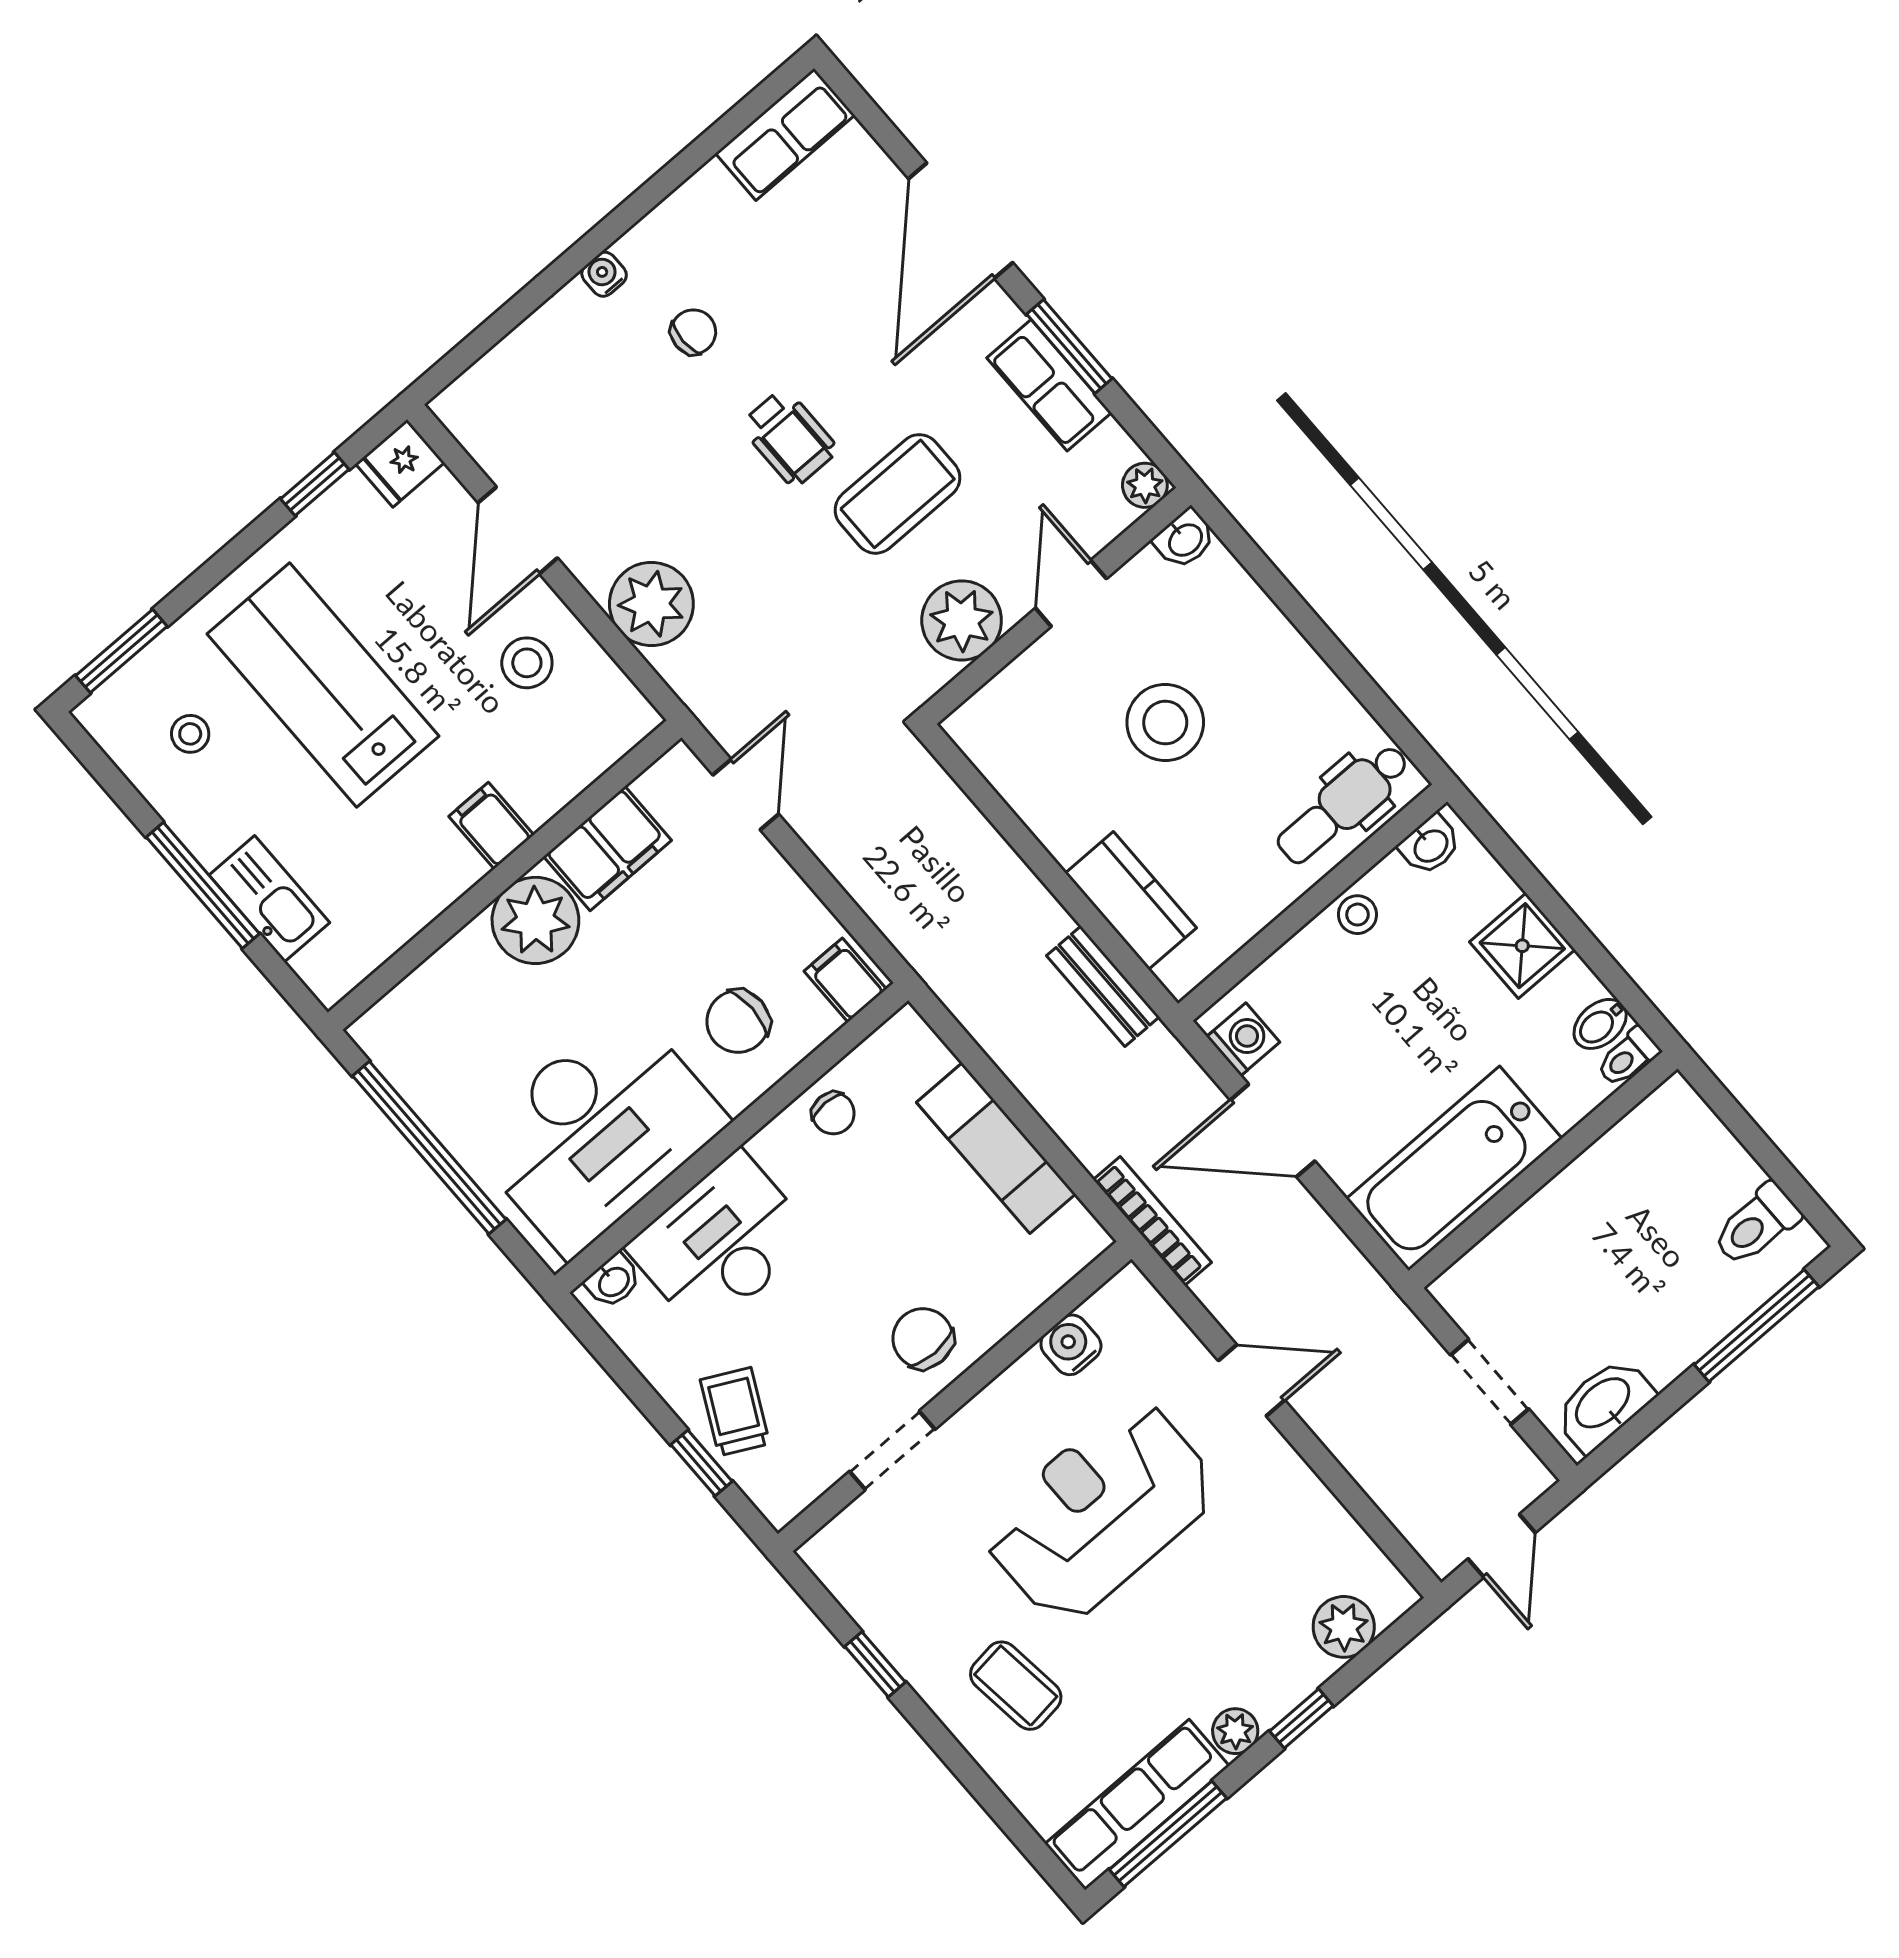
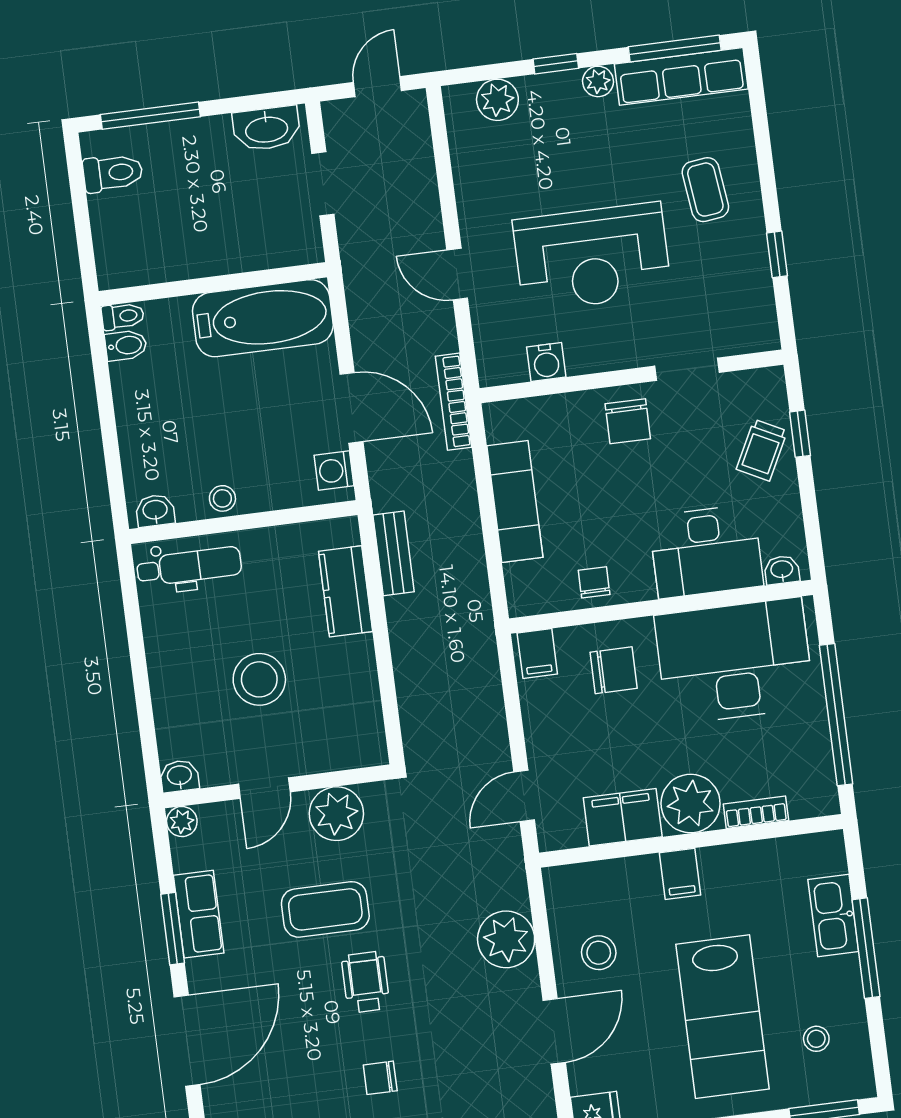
shower: (1522, 946) -> (141, 419), removed
bookcase: (448, 963) -> (756, 812), added

